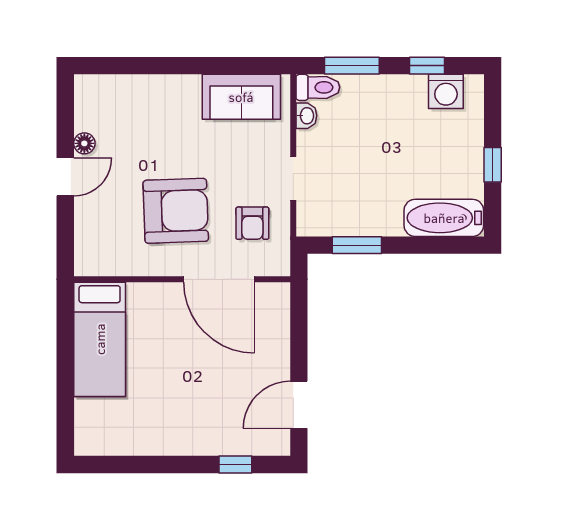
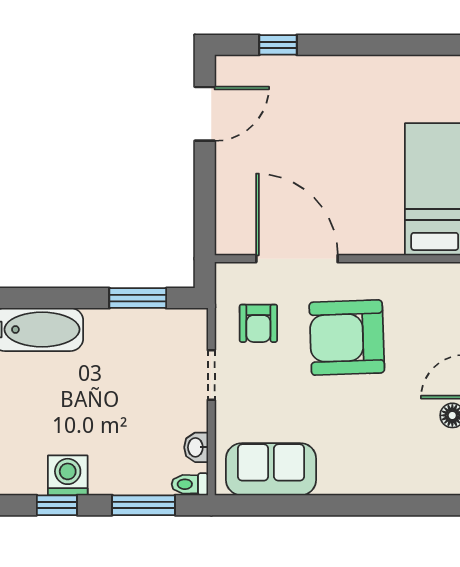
toilet: (318, 87) -> (190, 484), width x0.73, depth x0.72
washing machine: (446, 91) -> (68, 475), moved
armchair: (252, 223) -> (258, 323), turned 180

